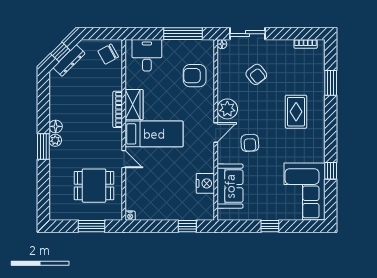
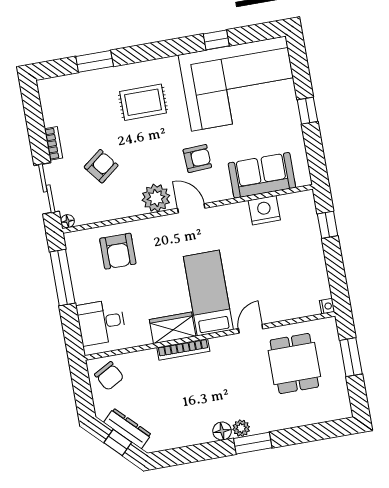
bookcase: (306, 44) -> (54, 143), moved
corner sofa: (305, 191) -> (239, 84), width x1.36, depth x1.36

